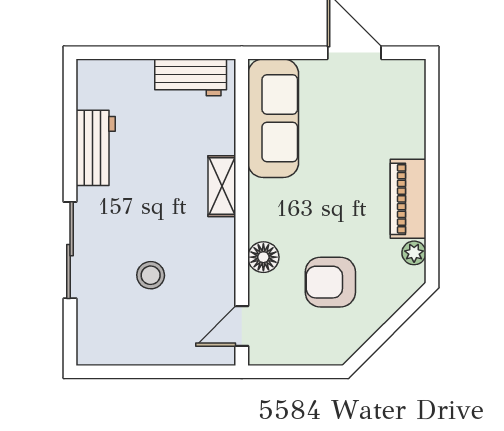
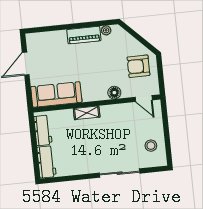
workbench: (96, 148) -> (47, 162), moved, turned 90
stool: (151, 275) -> (151, 146), moved
armchair: (330, 282) -> (138, 66), moved, turned 90

